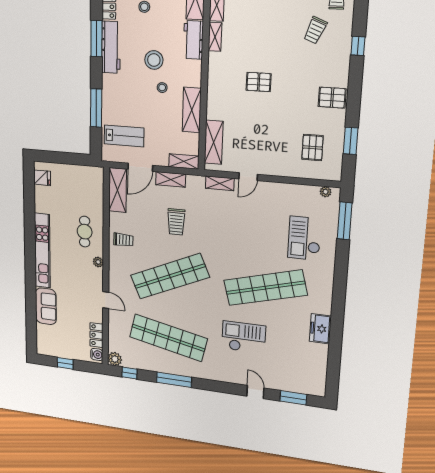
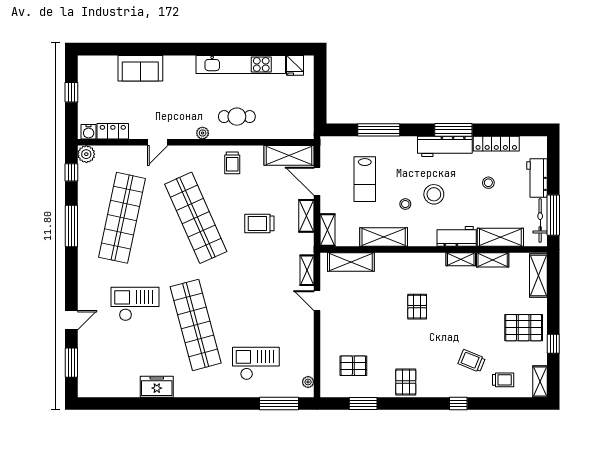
lab bench: (124, 136) -> (365, 179), moved
kitchen unit: (42, 251) -> (241, 65), moved
checkout: (244, 337) -> (135, 304), turned -90

